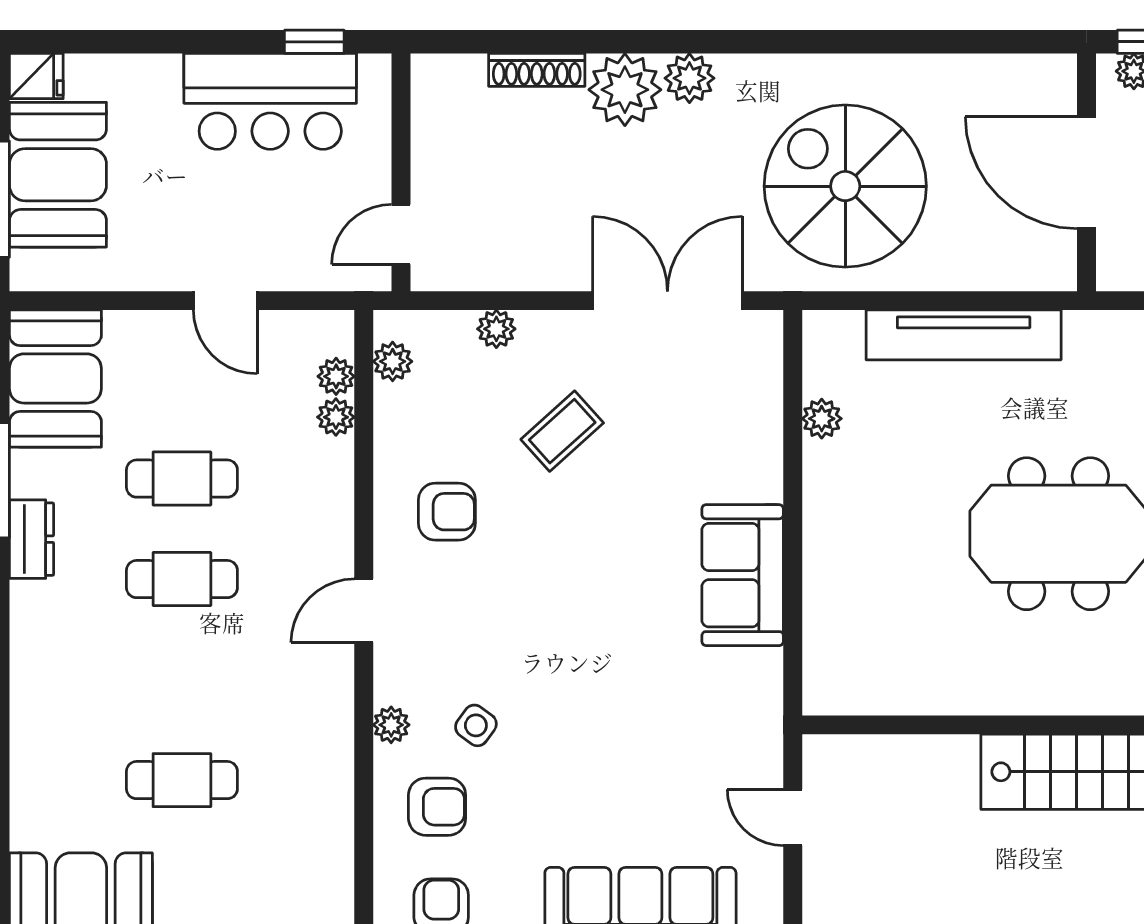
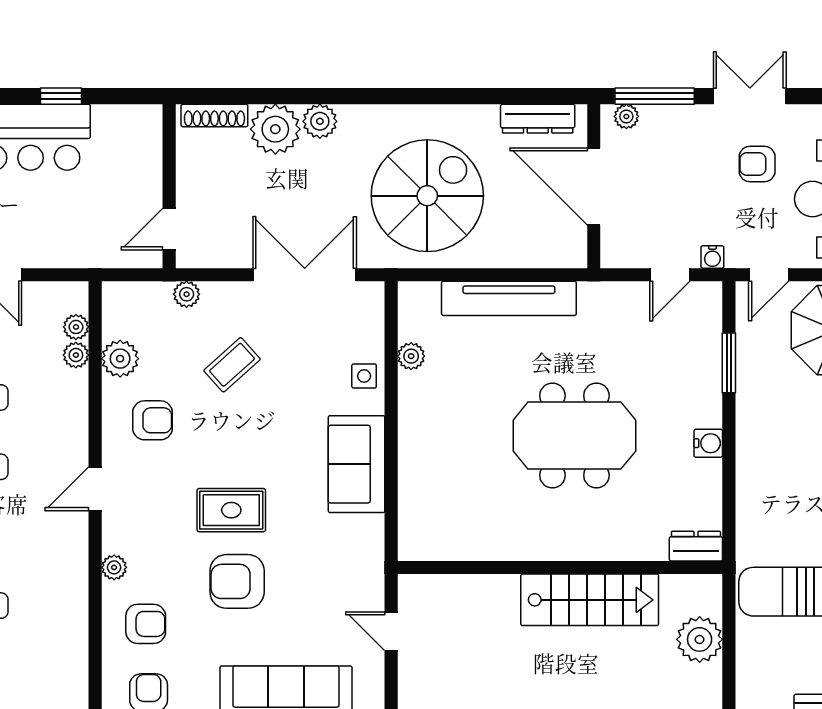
dresser: (1005, 74) -> (538, 119), added
wall: (401, 172) -> (169, 186), moved
spiral stairs: (845, 186) -> (427, 196), turned 90
door: (401, 234) -> (169, 229), moved
plant: (393, 361) -> (120, 359), moved, width x1.38, depth x1.38
rug: (561, 642) -> (231, 510), added
side table: (476, 725) -> (364, 376), moved, turned -36
armchair: (569, 745) -> (237, 581), added

